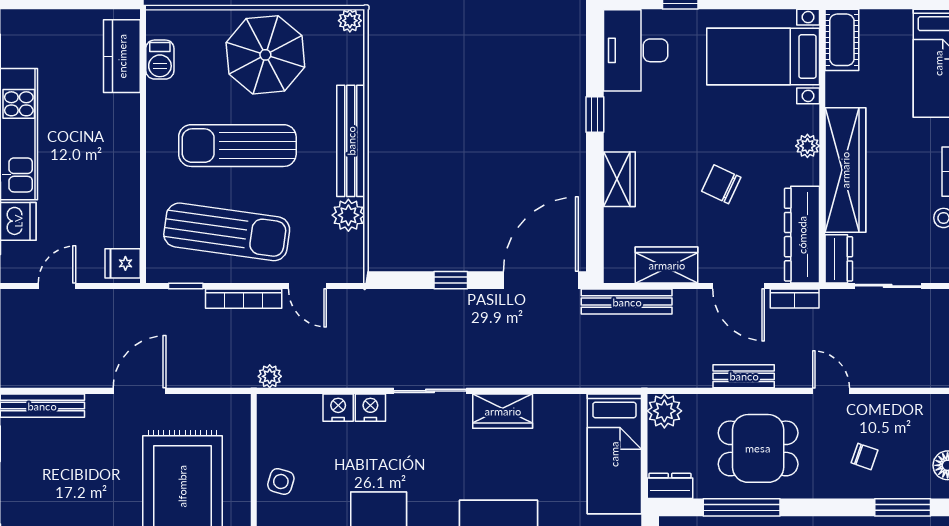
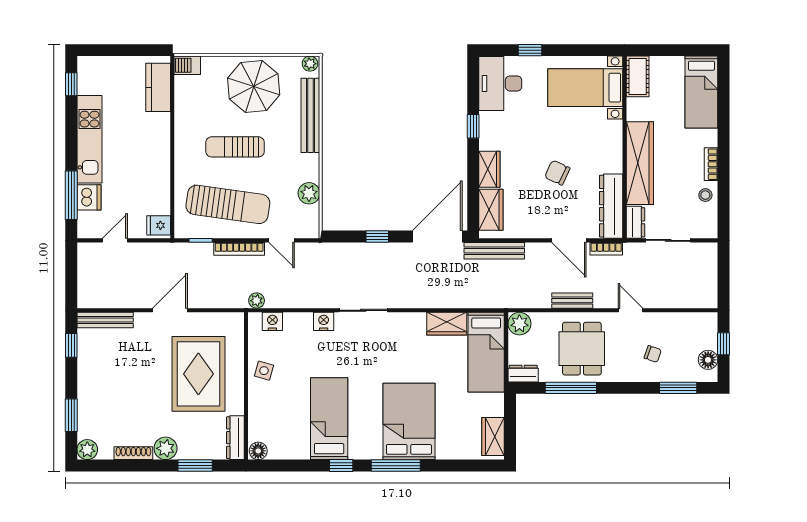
barbecue: (160, 60) -> (187, 65), moved, turned 90
bench: (351, 141) -> (310, 115), moved
sun lounger: (237, 146) -> (235, 147), width x0.73, depth x0.75
plant: (807, 146) -> (615, 147), removed
wardrobe: (667, 265) -> (491, 210), moved, turned 90
nightstand: (338, 408) -> (272, 321), moved
wardrobe: (503, 411) -> (447, 324), moved
dining table: (758, 448) -> (582, 349), turned 90

